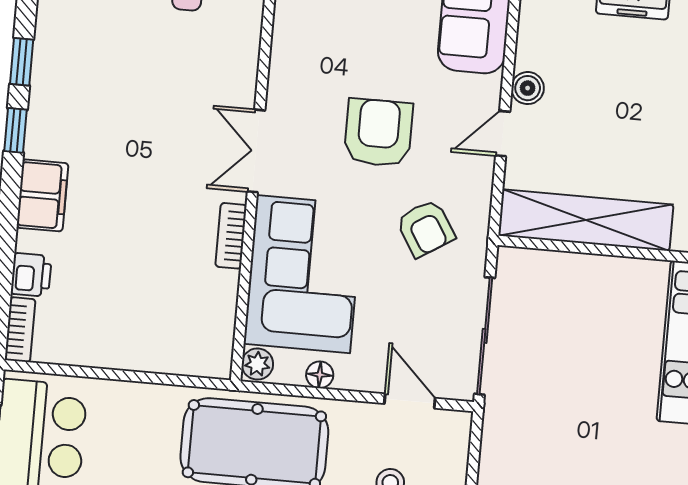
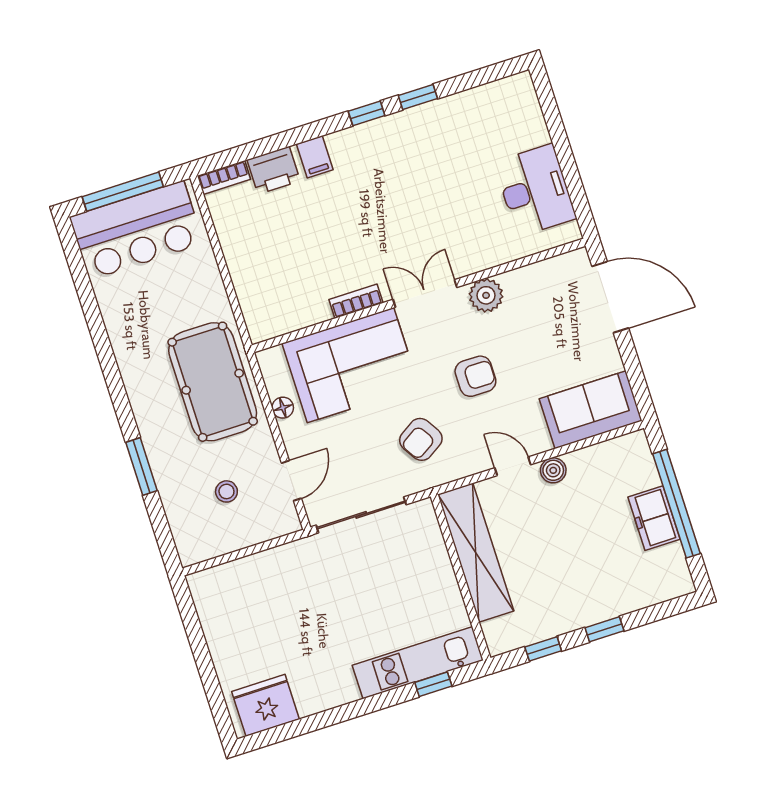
armchair: (378, 133) -> (475, 376), width x0.72, depth x0.72
filing cabinet: (42, 195) -> (315, 157), width x0.50
printer: (31, 275) -> (274, 170), width x1.36, depth x1.24
plant: (257, 364) -> (486, 295), moved, width x1.38, depth x1.38

